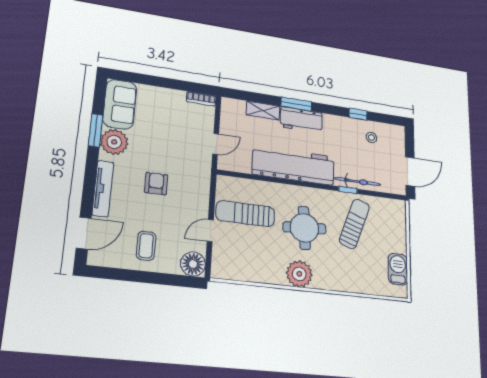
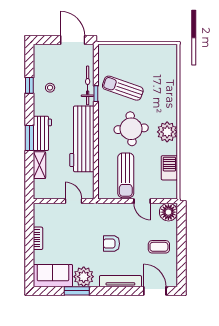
bookcase: (201, 99) -> (38, 238), moved
stool: (371, 138) -> (50, 88), moved
barbecue: (398, 269) -> (169, 168), moved, turned 90

